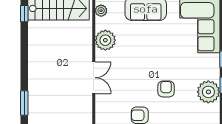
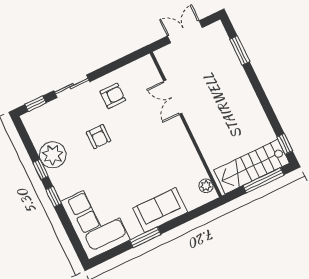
plant: (105, 40) -> (187, 157), removed
double door: (94, 78) -> (173, 97), moved

